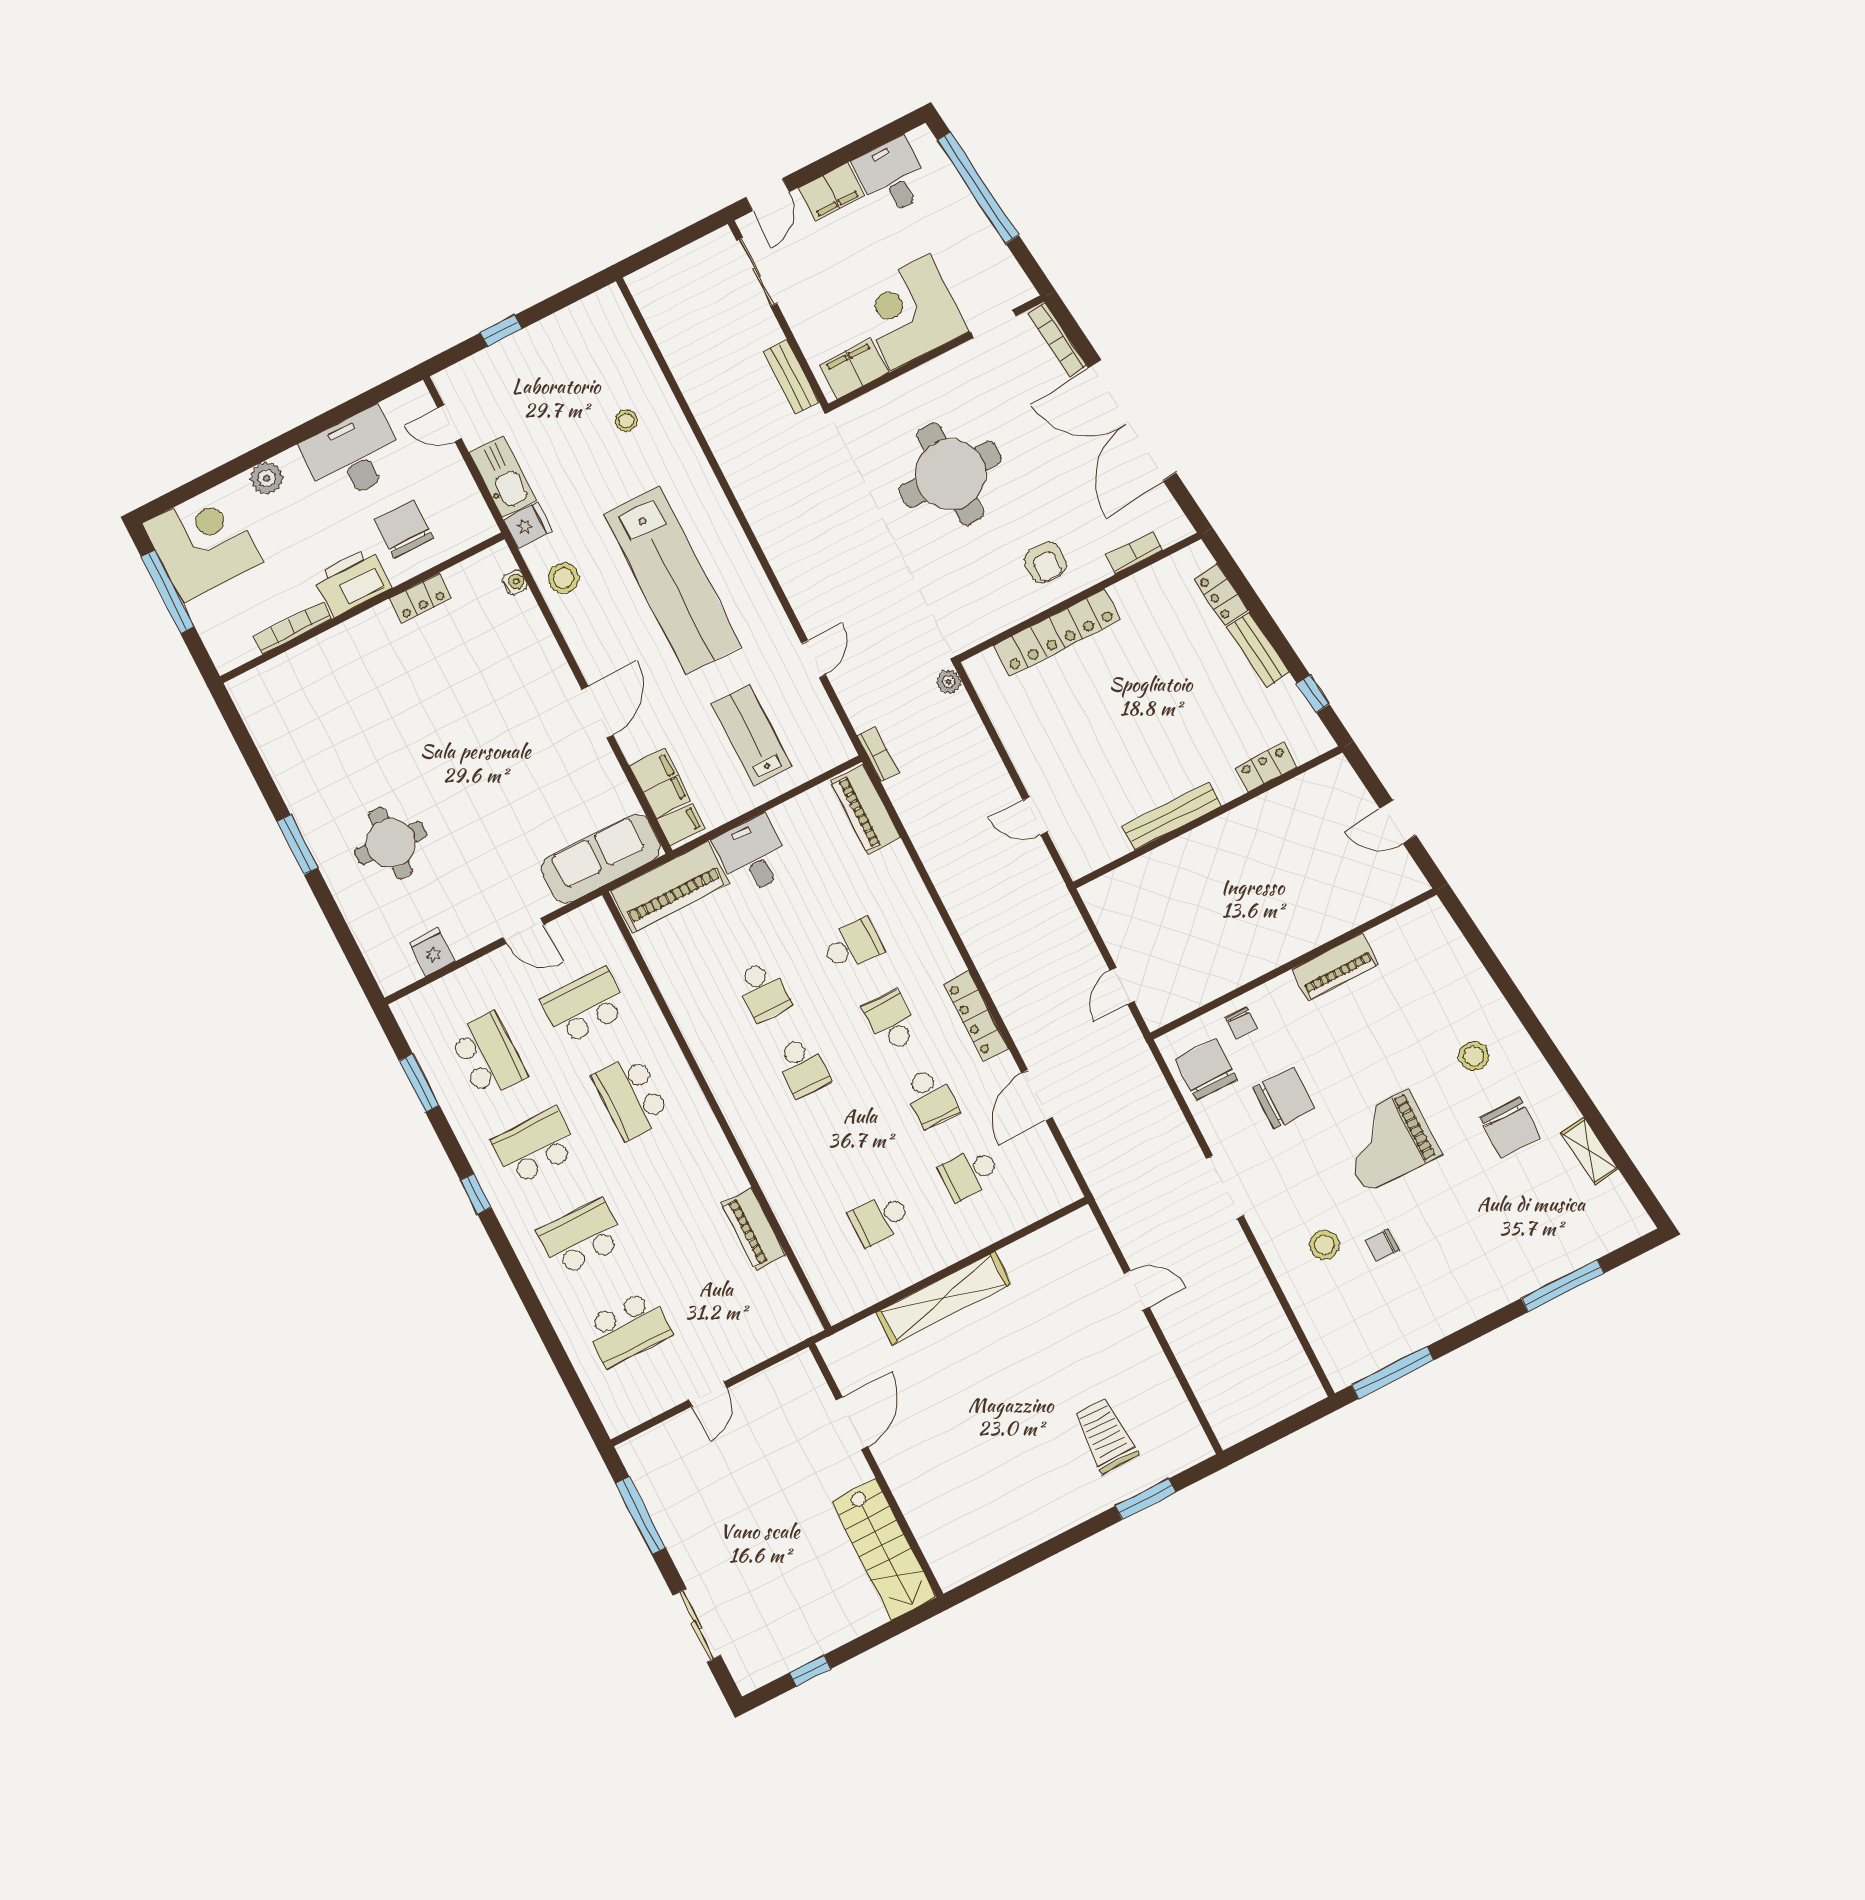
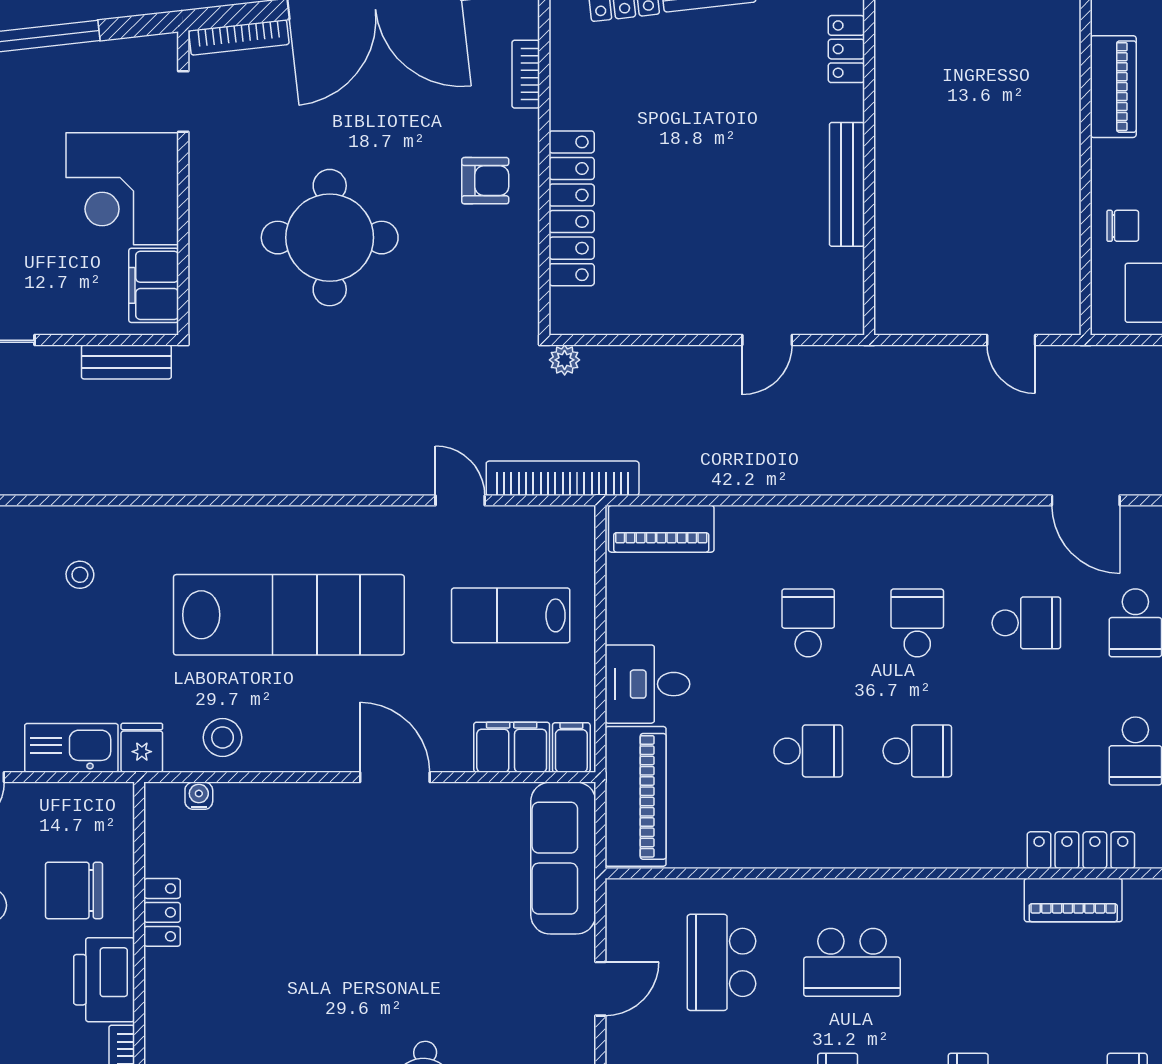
bookcase: (878, 754) -> (563, 478), width x2.31, depth x1.31
locker: (976, 1016) -> (1081, 850), moved, turned 180
school desk: (891, 1021) -> (917, 623), turned 90

